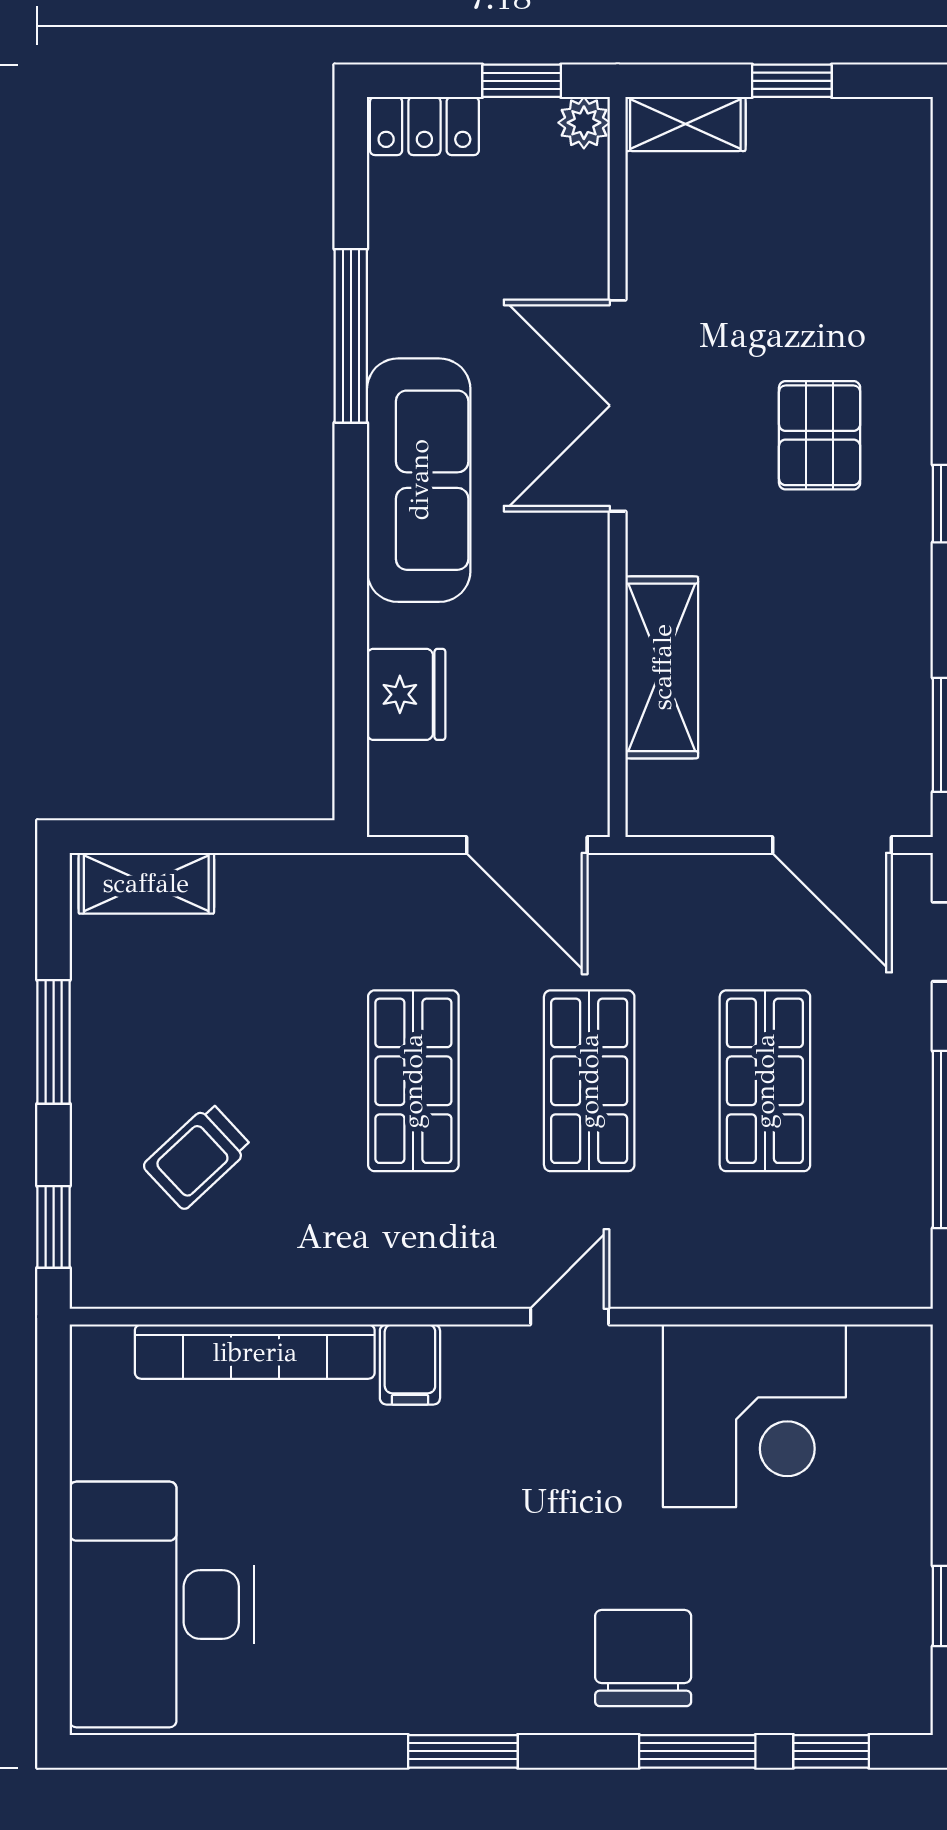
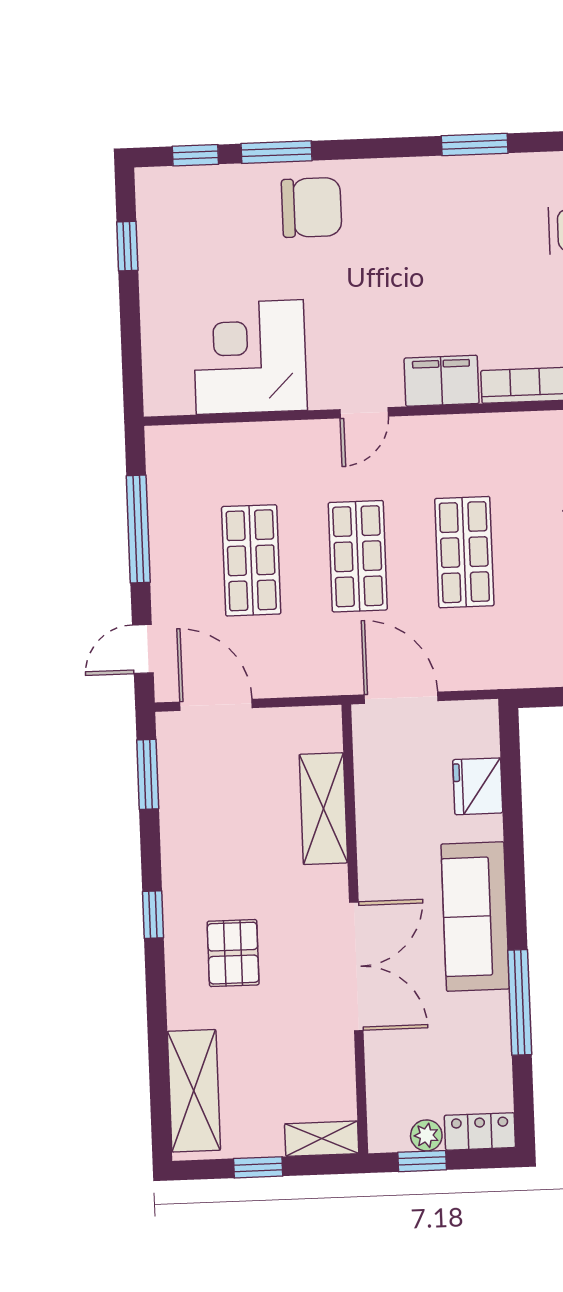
plant: (584, 123) -> (426, 1135), moved
shelving: (893, 211) -> (194, 1091), added
filing cabinet: (410, 1364) -> (442, 381), width x2.00
chair: (643, 1658) -> (312, 207), turned -90
window: (463, 1751) -> (475, 145), moved

